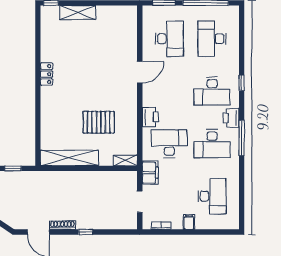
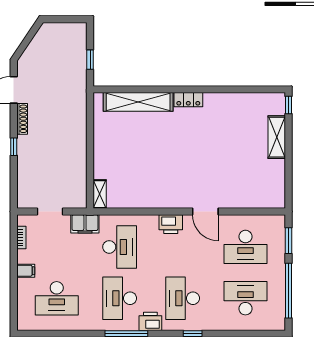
locker: (46, 74) -> (188, 100), moved
printer: (150, 117) -> (171, 224), moved
pallet: (99, 122) -> (145, 162), removed
shelving: (69, 158) -> (138, 102), moved, turned 90

